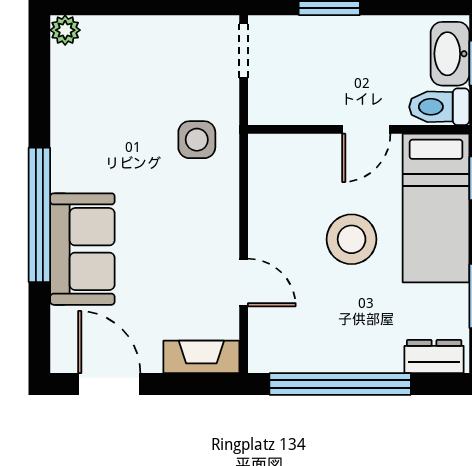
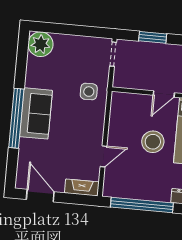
plant: (65, 30) -> (41, 44), width x1.88, depth x1.88
sofa: (82, 249) -> (36, 113), moved
door: (244, 283) -> (104, 156), hinge flipped

